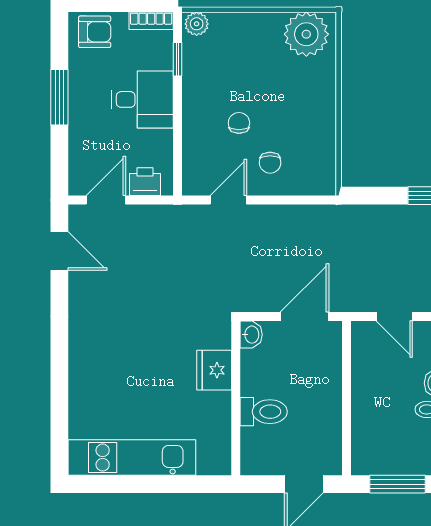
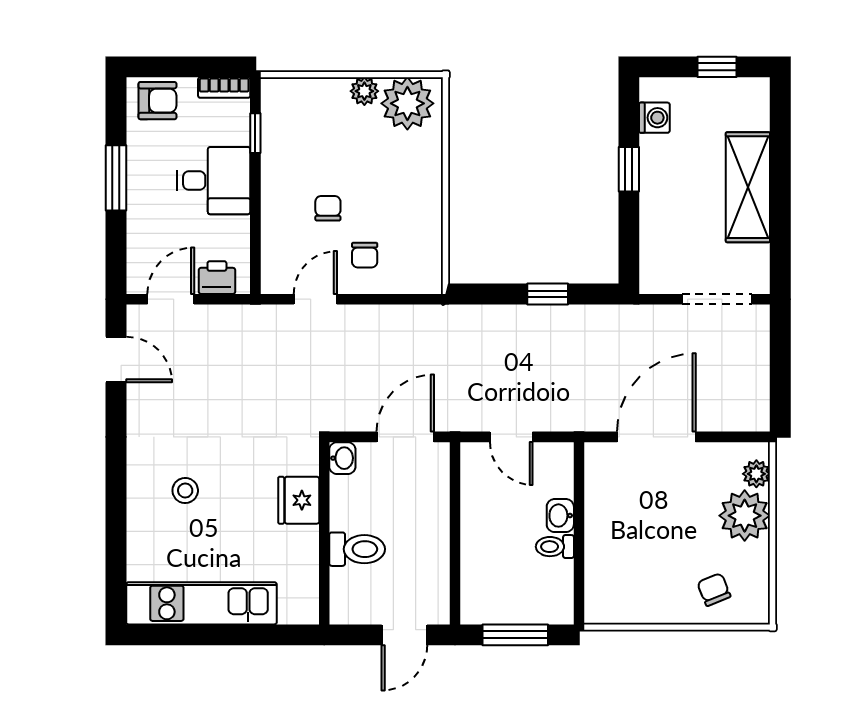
plant: (197, 24) -> (364, 91), moved
stool: (118, 362) -> (185, 490), added

